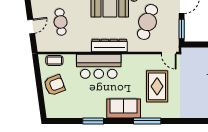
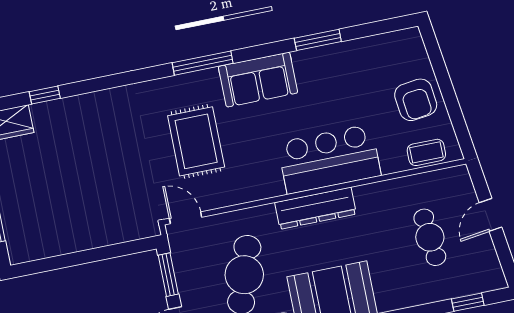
armchair: (54, 85) -> (416, 100), turned -76

